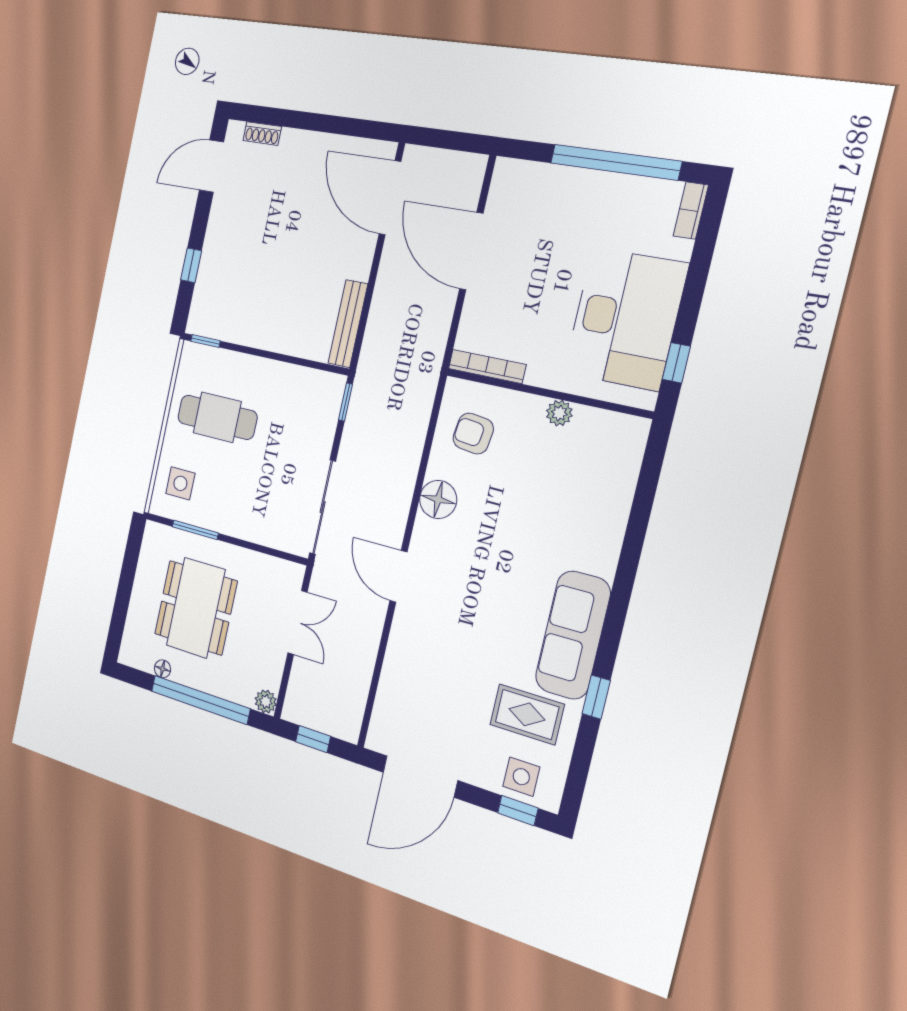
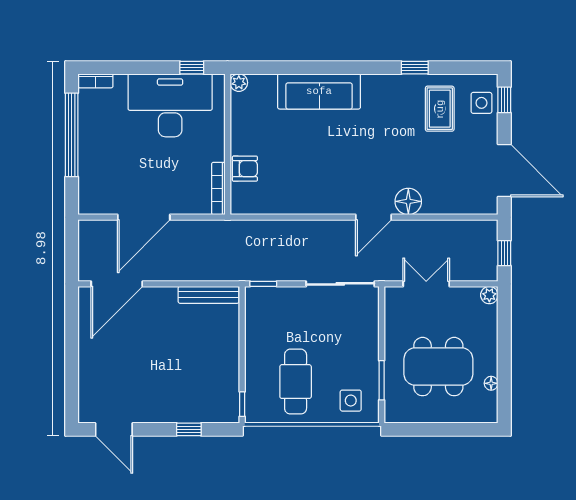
shoe rack: (262, 134) -> (85, 393), removed
plant: (559, 413) -> (239, 83), moved
armchair: (473, 434) -> (245, 169), moved, turned -97
floor lamp: (438, 499) -> (408, 201), moved
sofa: (573, 635) -> (319, 91), moved
window: (200, 700) -> (504, 347), removed

